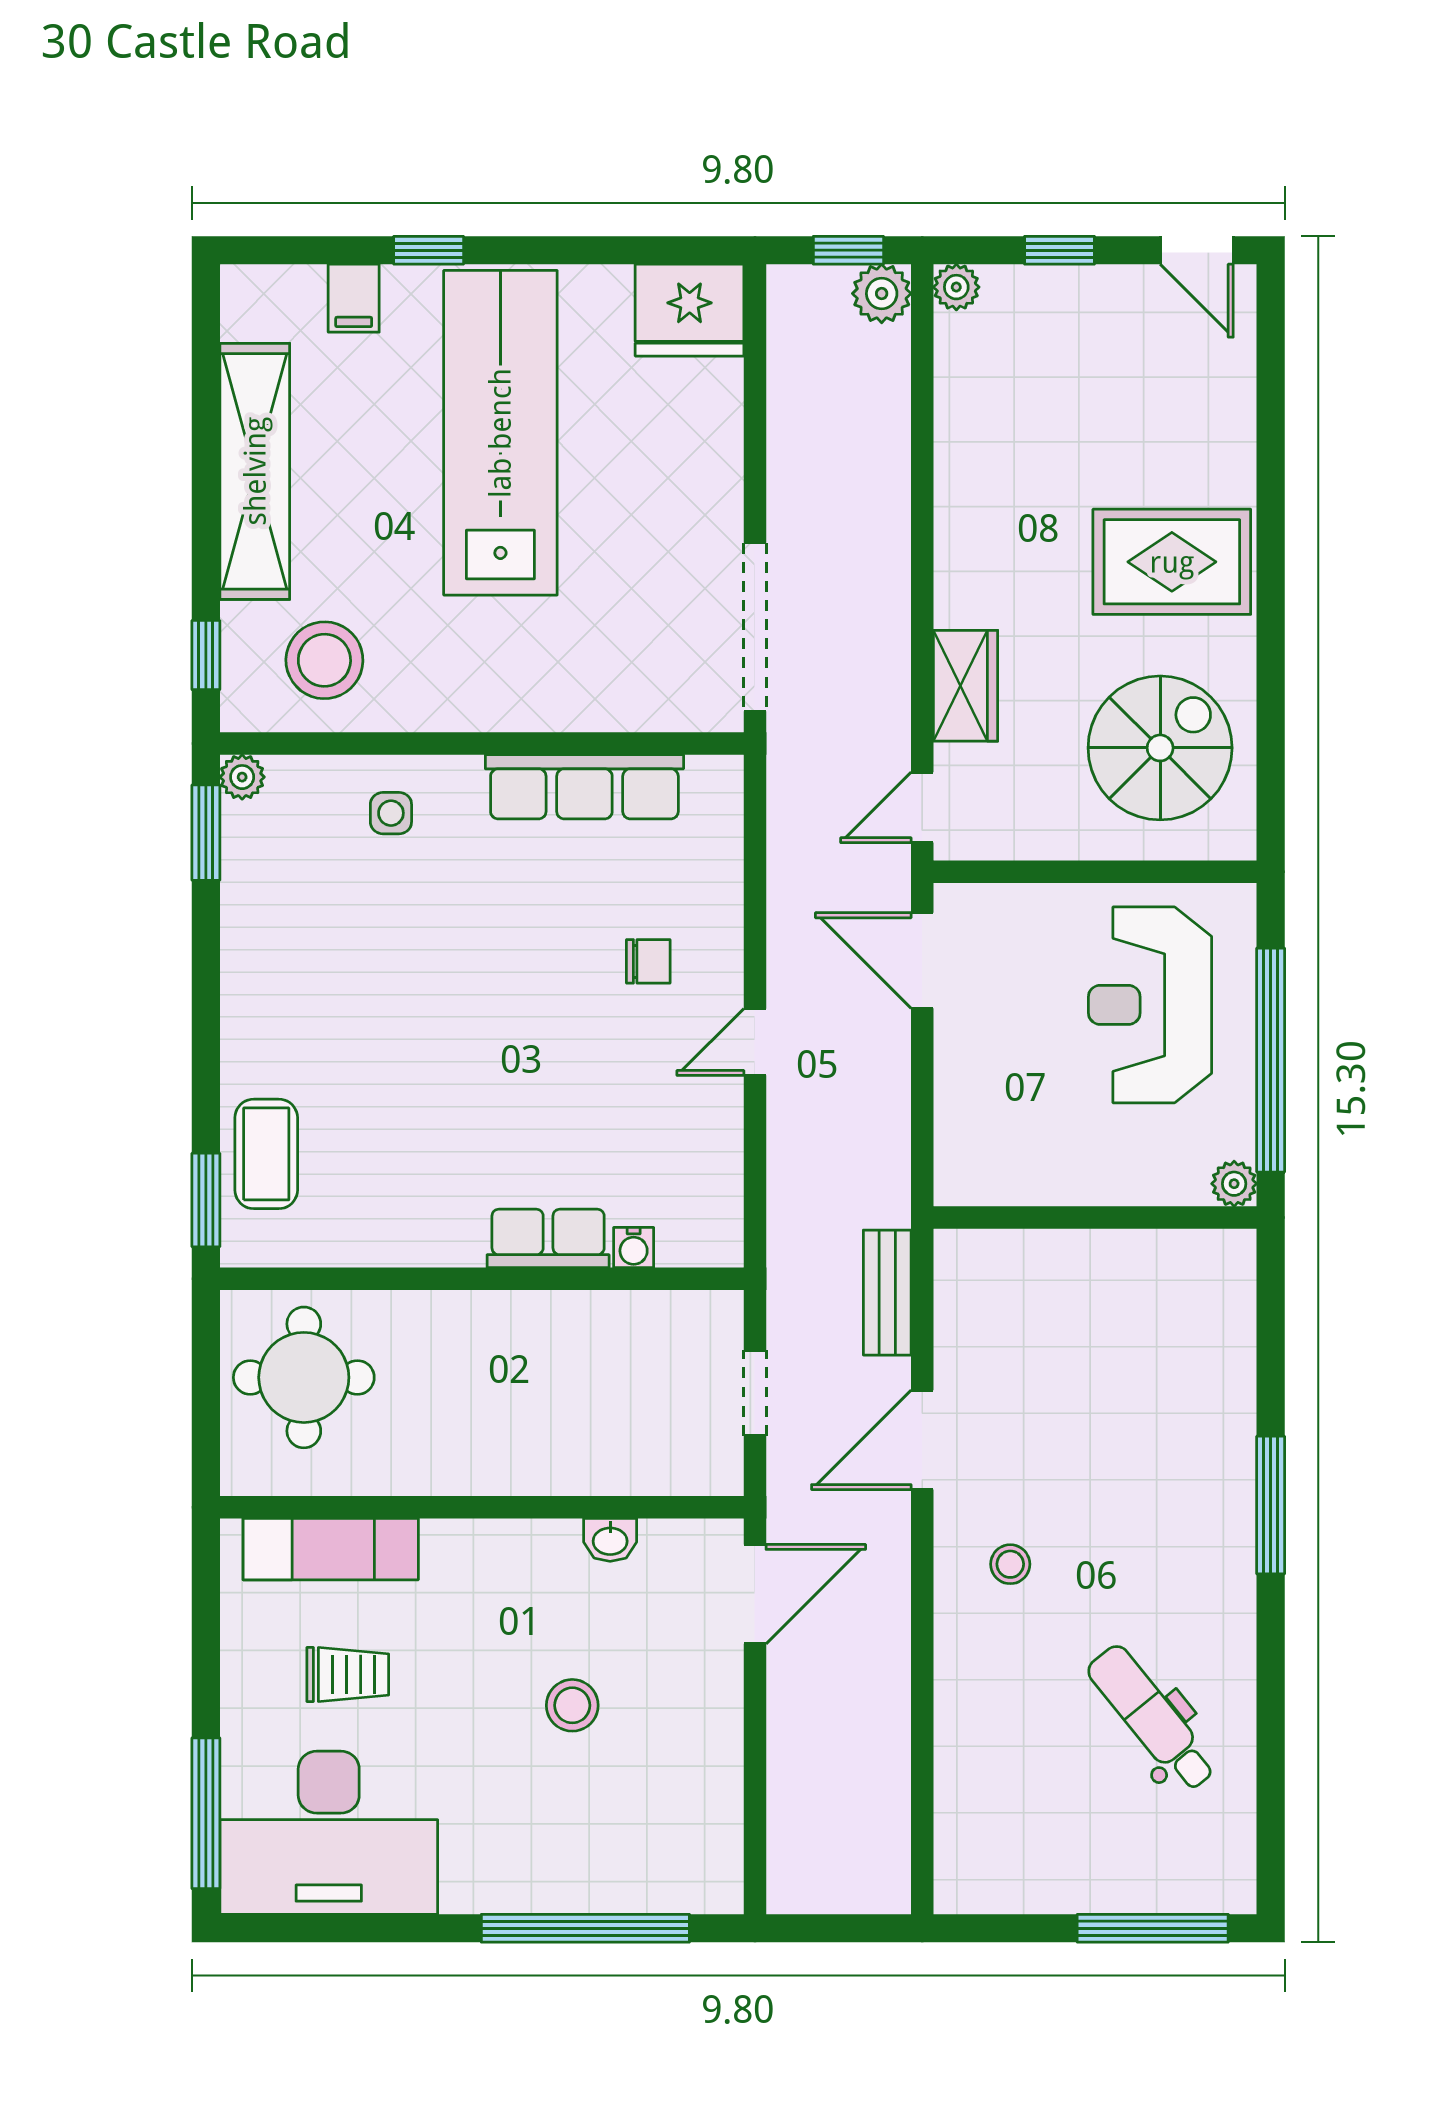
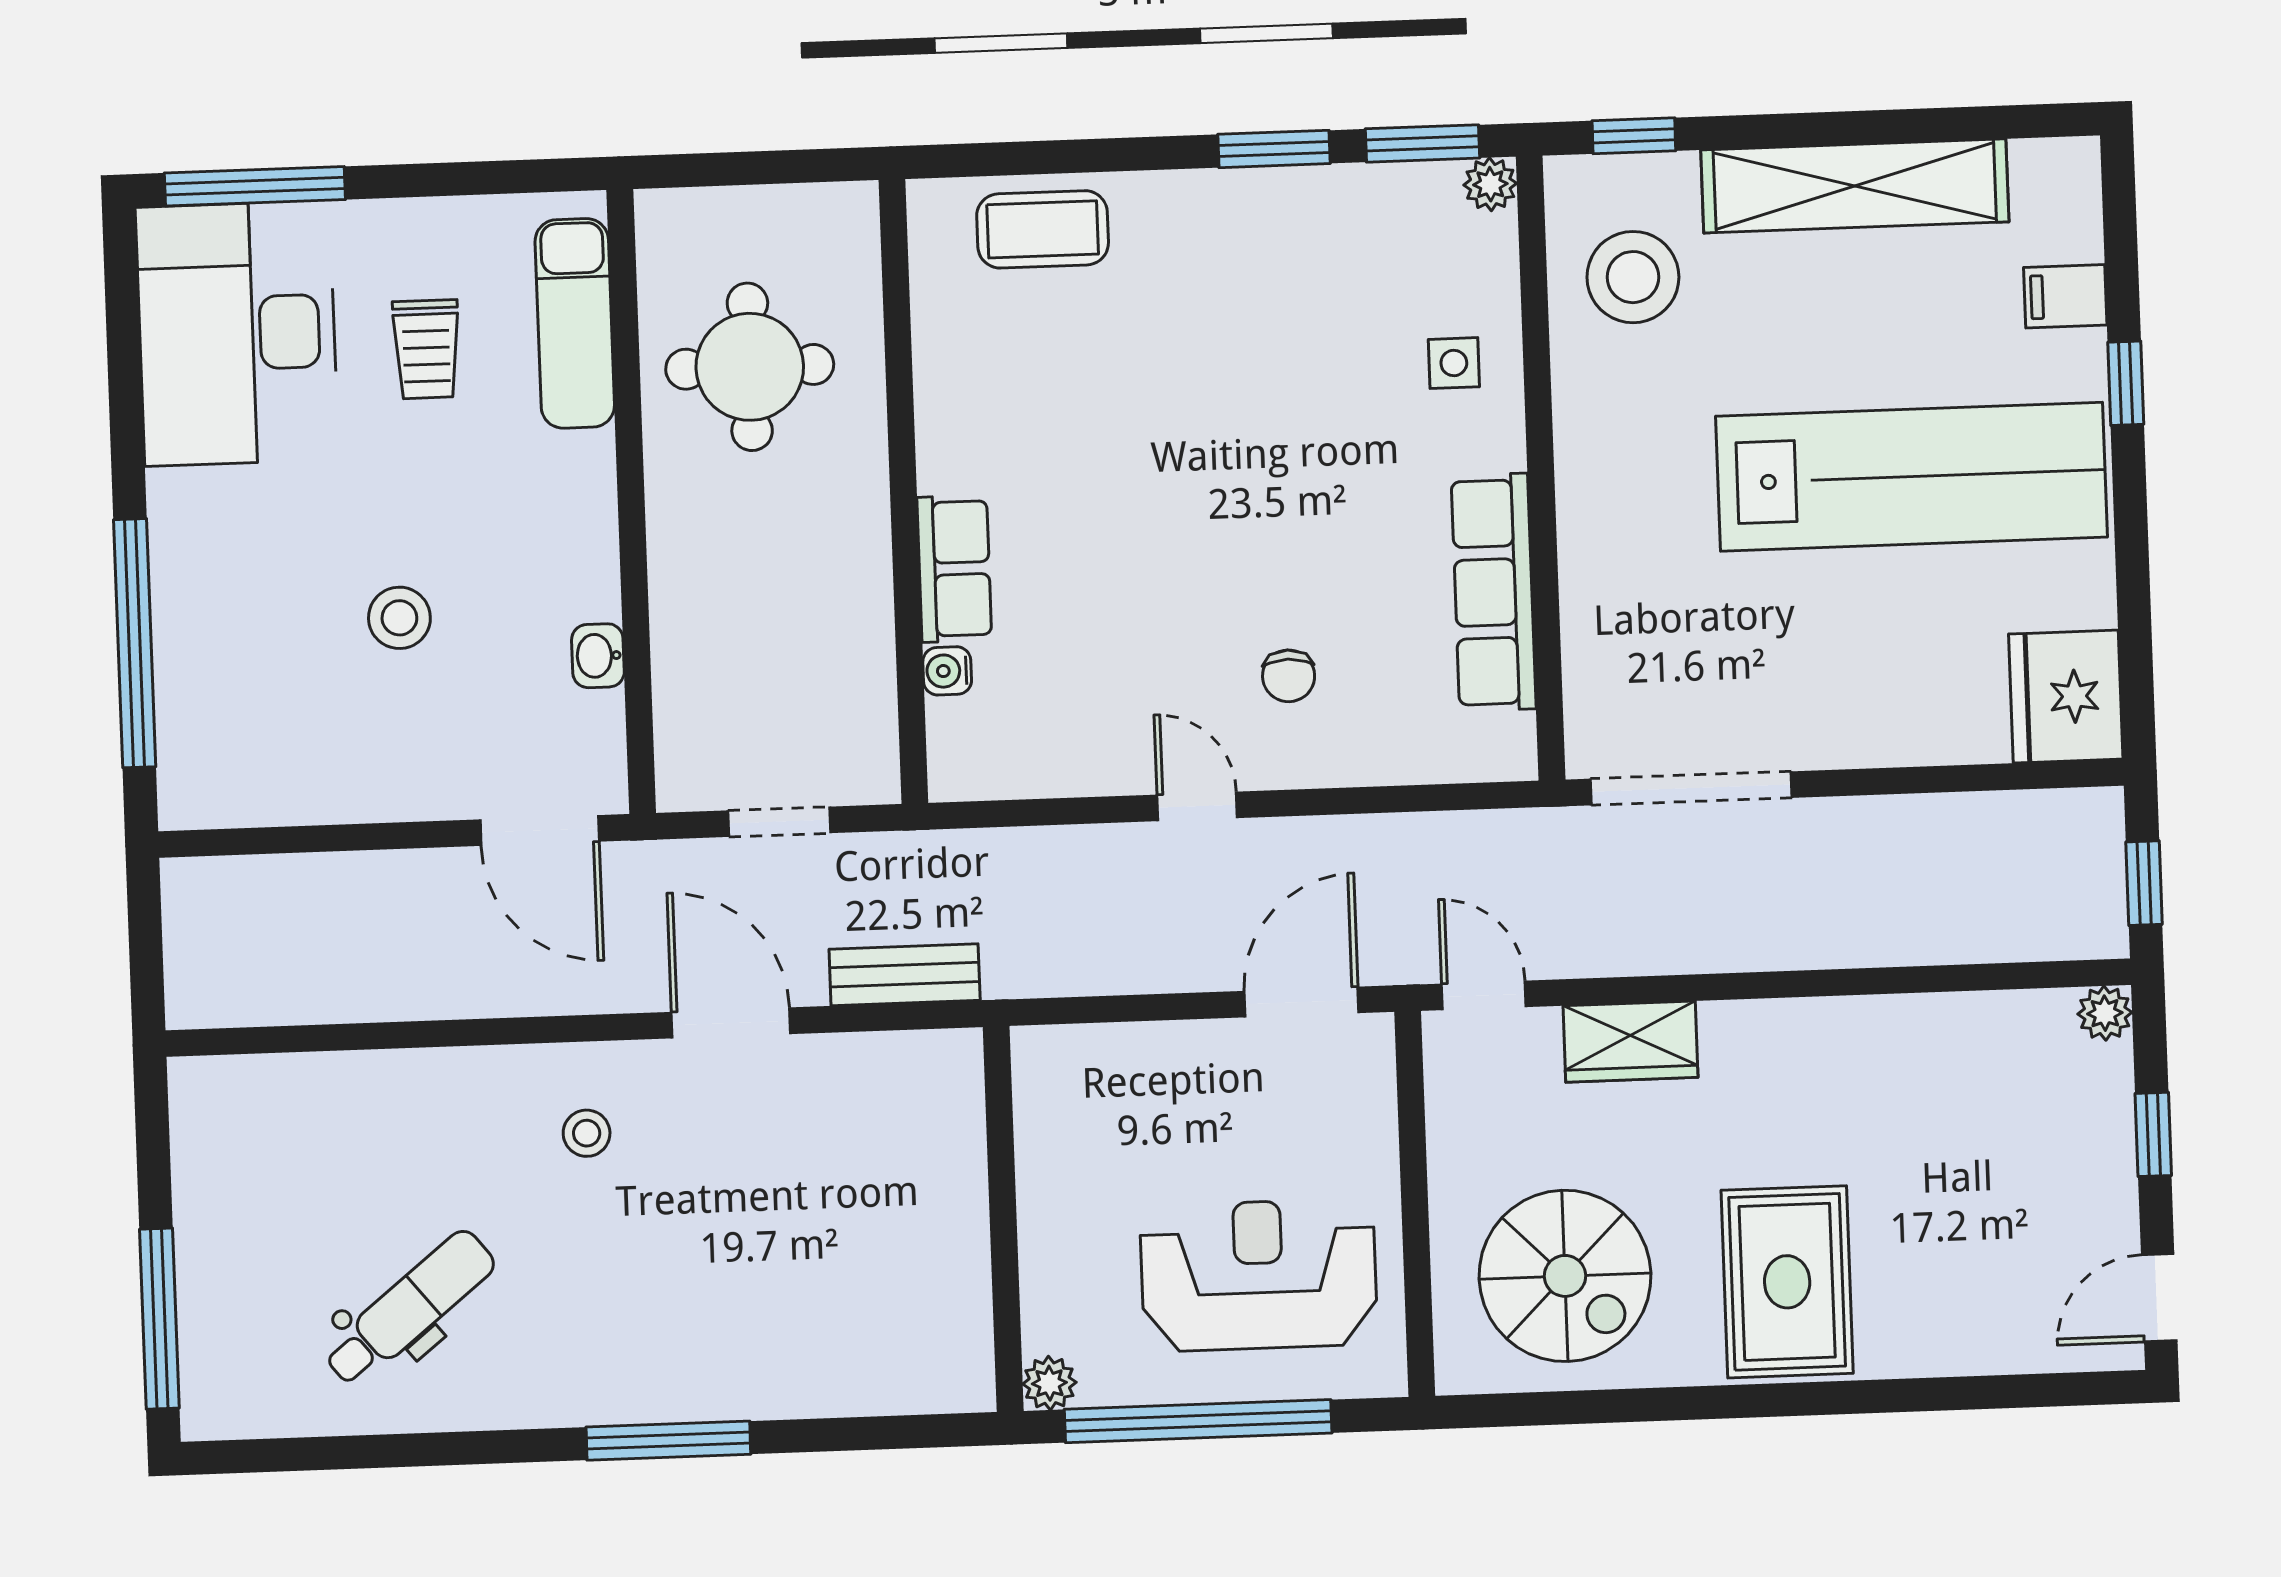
plant: (882, 294) -> (2094, 925), removed
window: (206, 1200) -> (1274, 149), moved
round table: (304, 1377) -> (750, 367), moved

